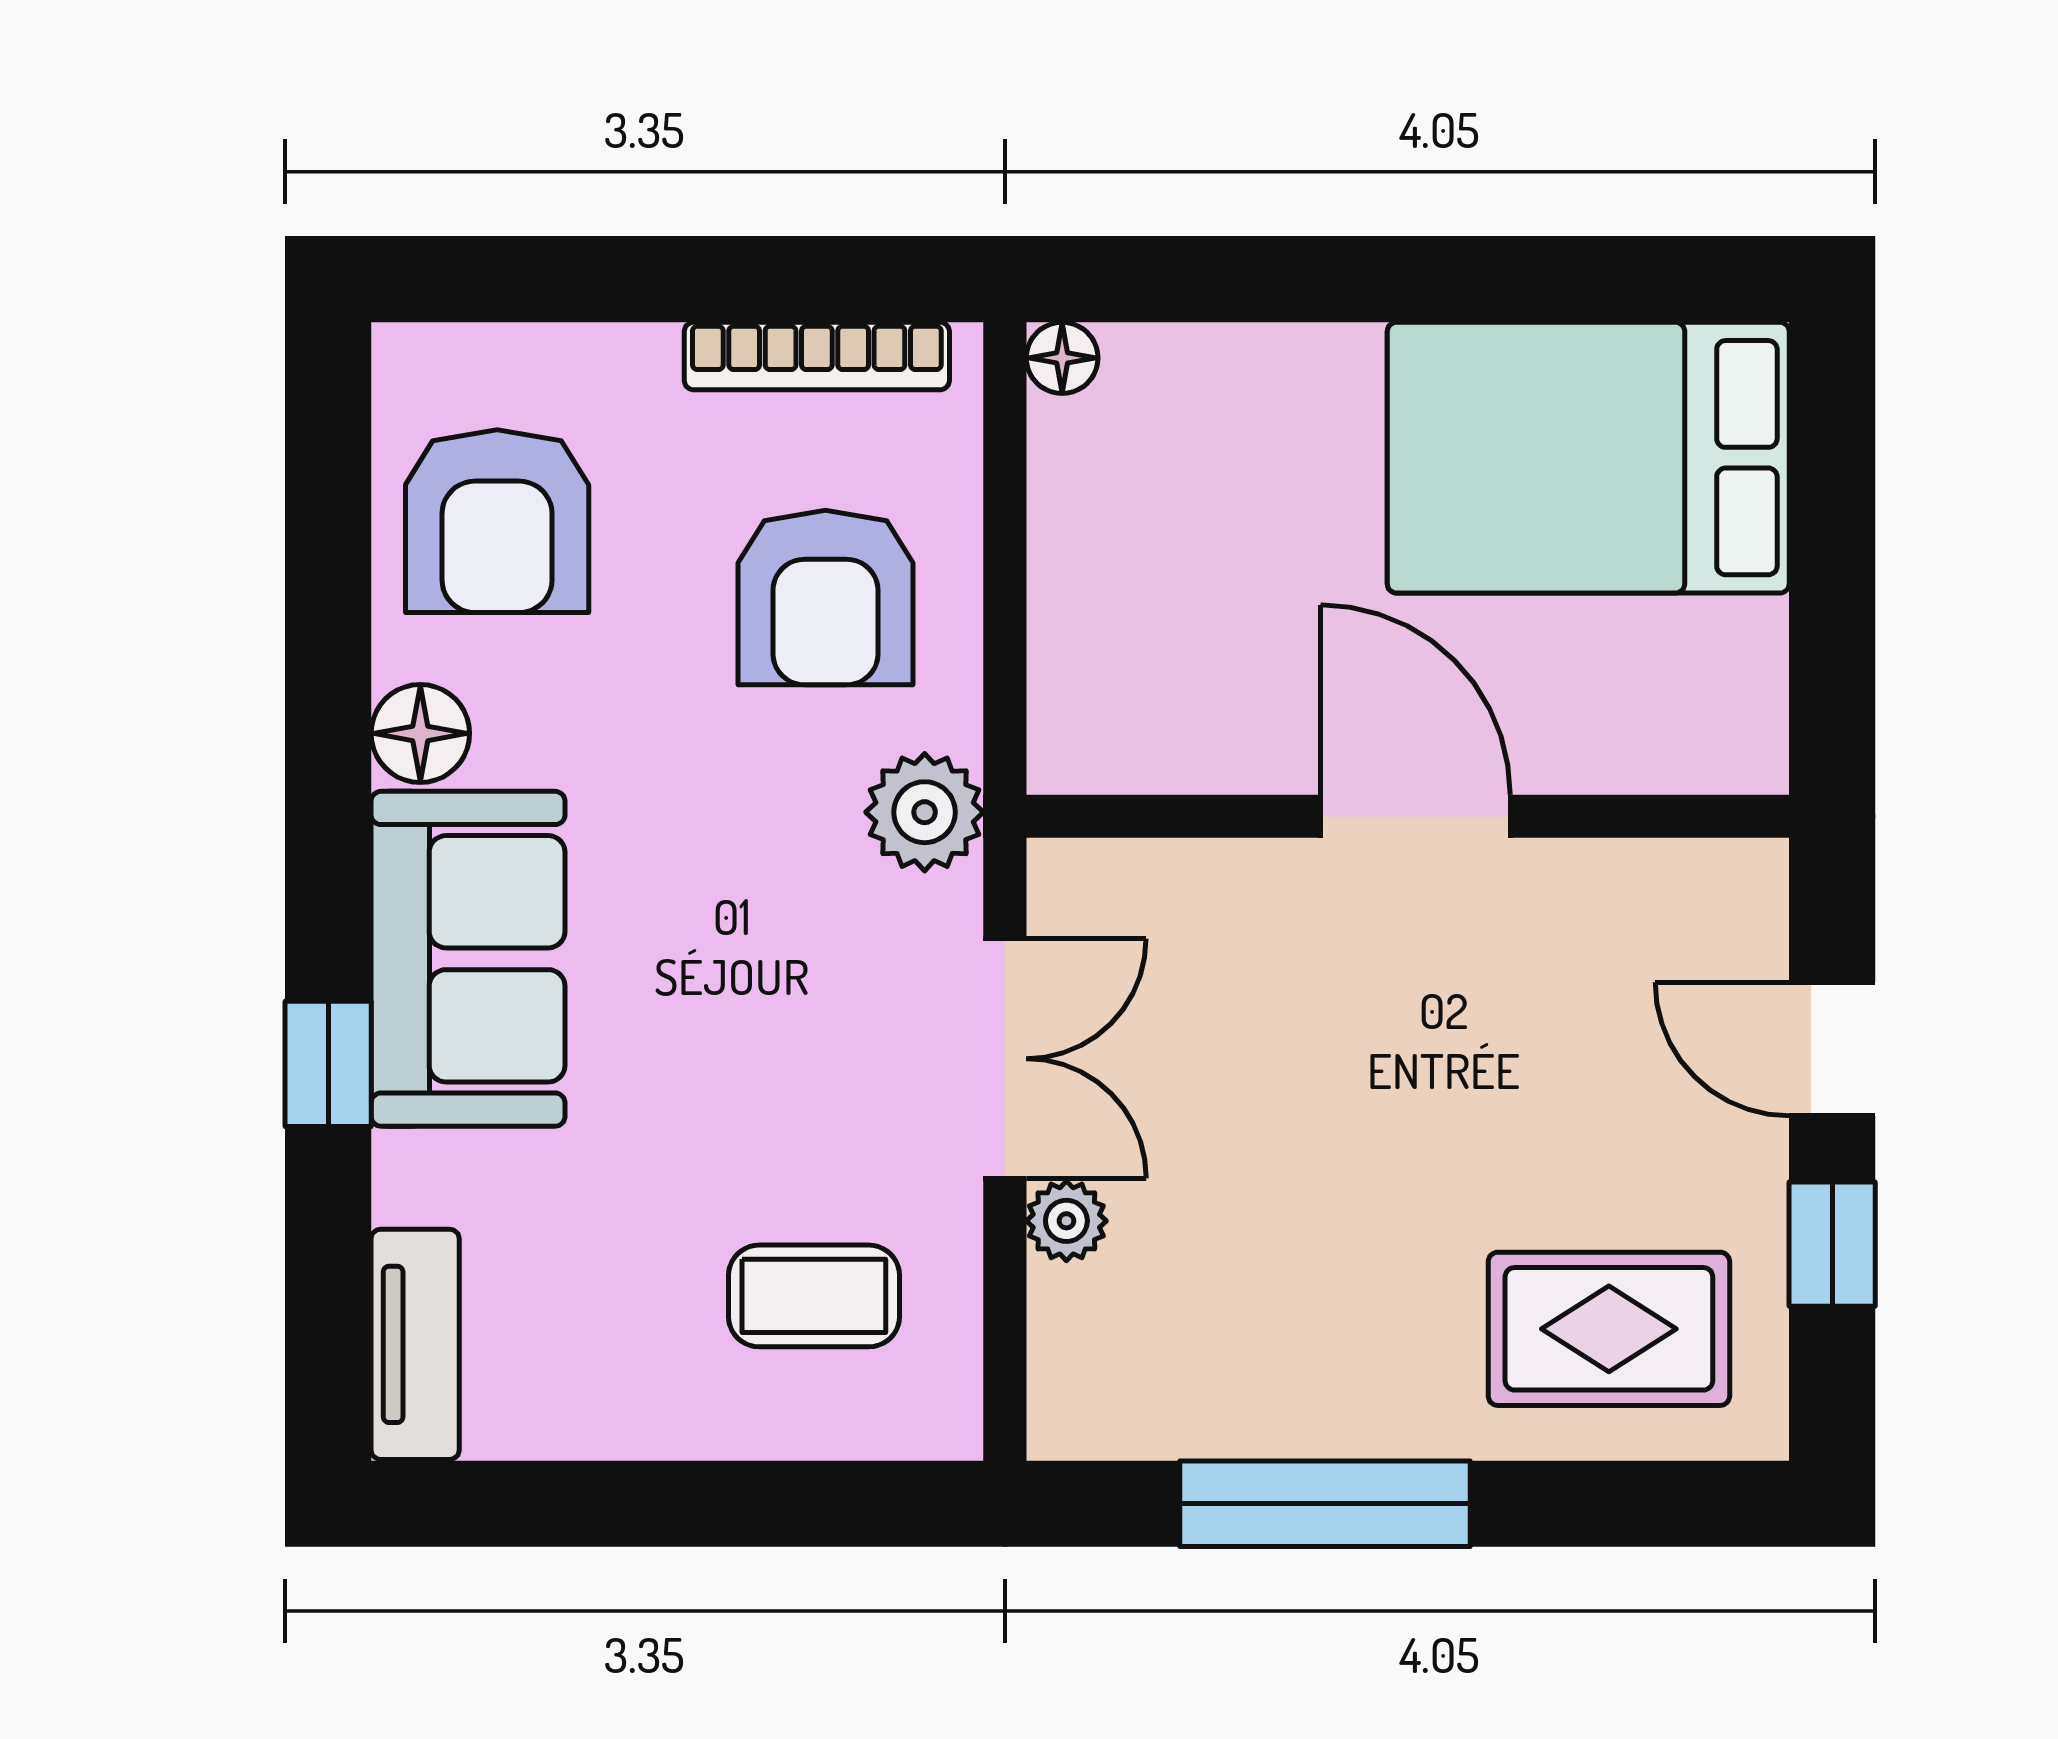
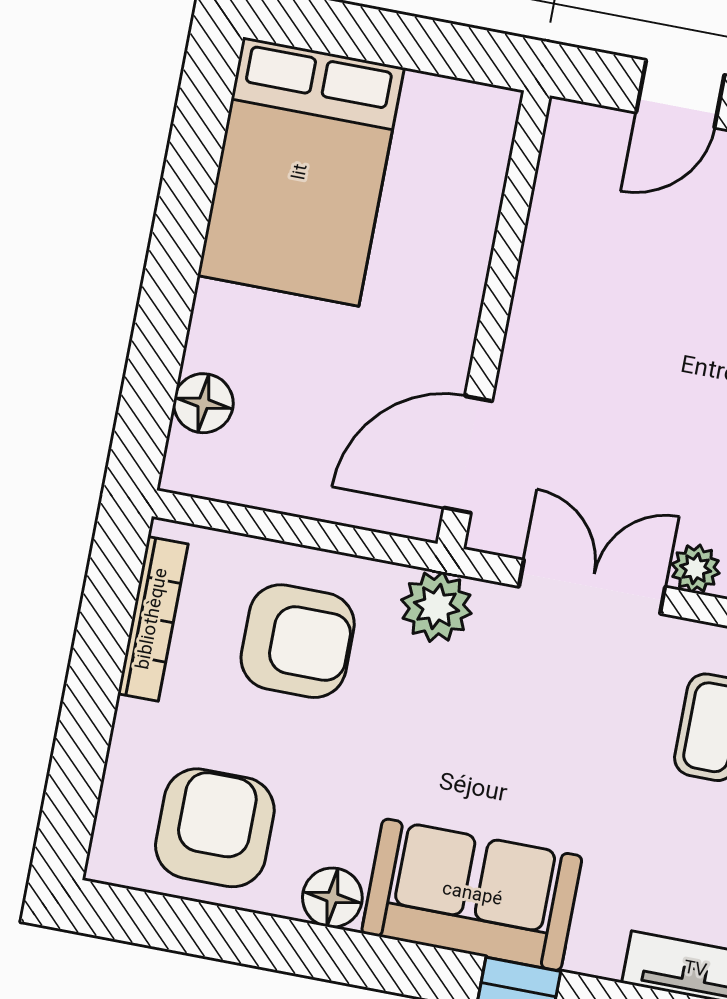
floor lamp: (1062, 358) -> (203, 403), moved, width x1.37, depth x1.37
armchair: (497, 521) -> (215, 828), turned -90
door: (1415, 816) -> (468, 454), moved

